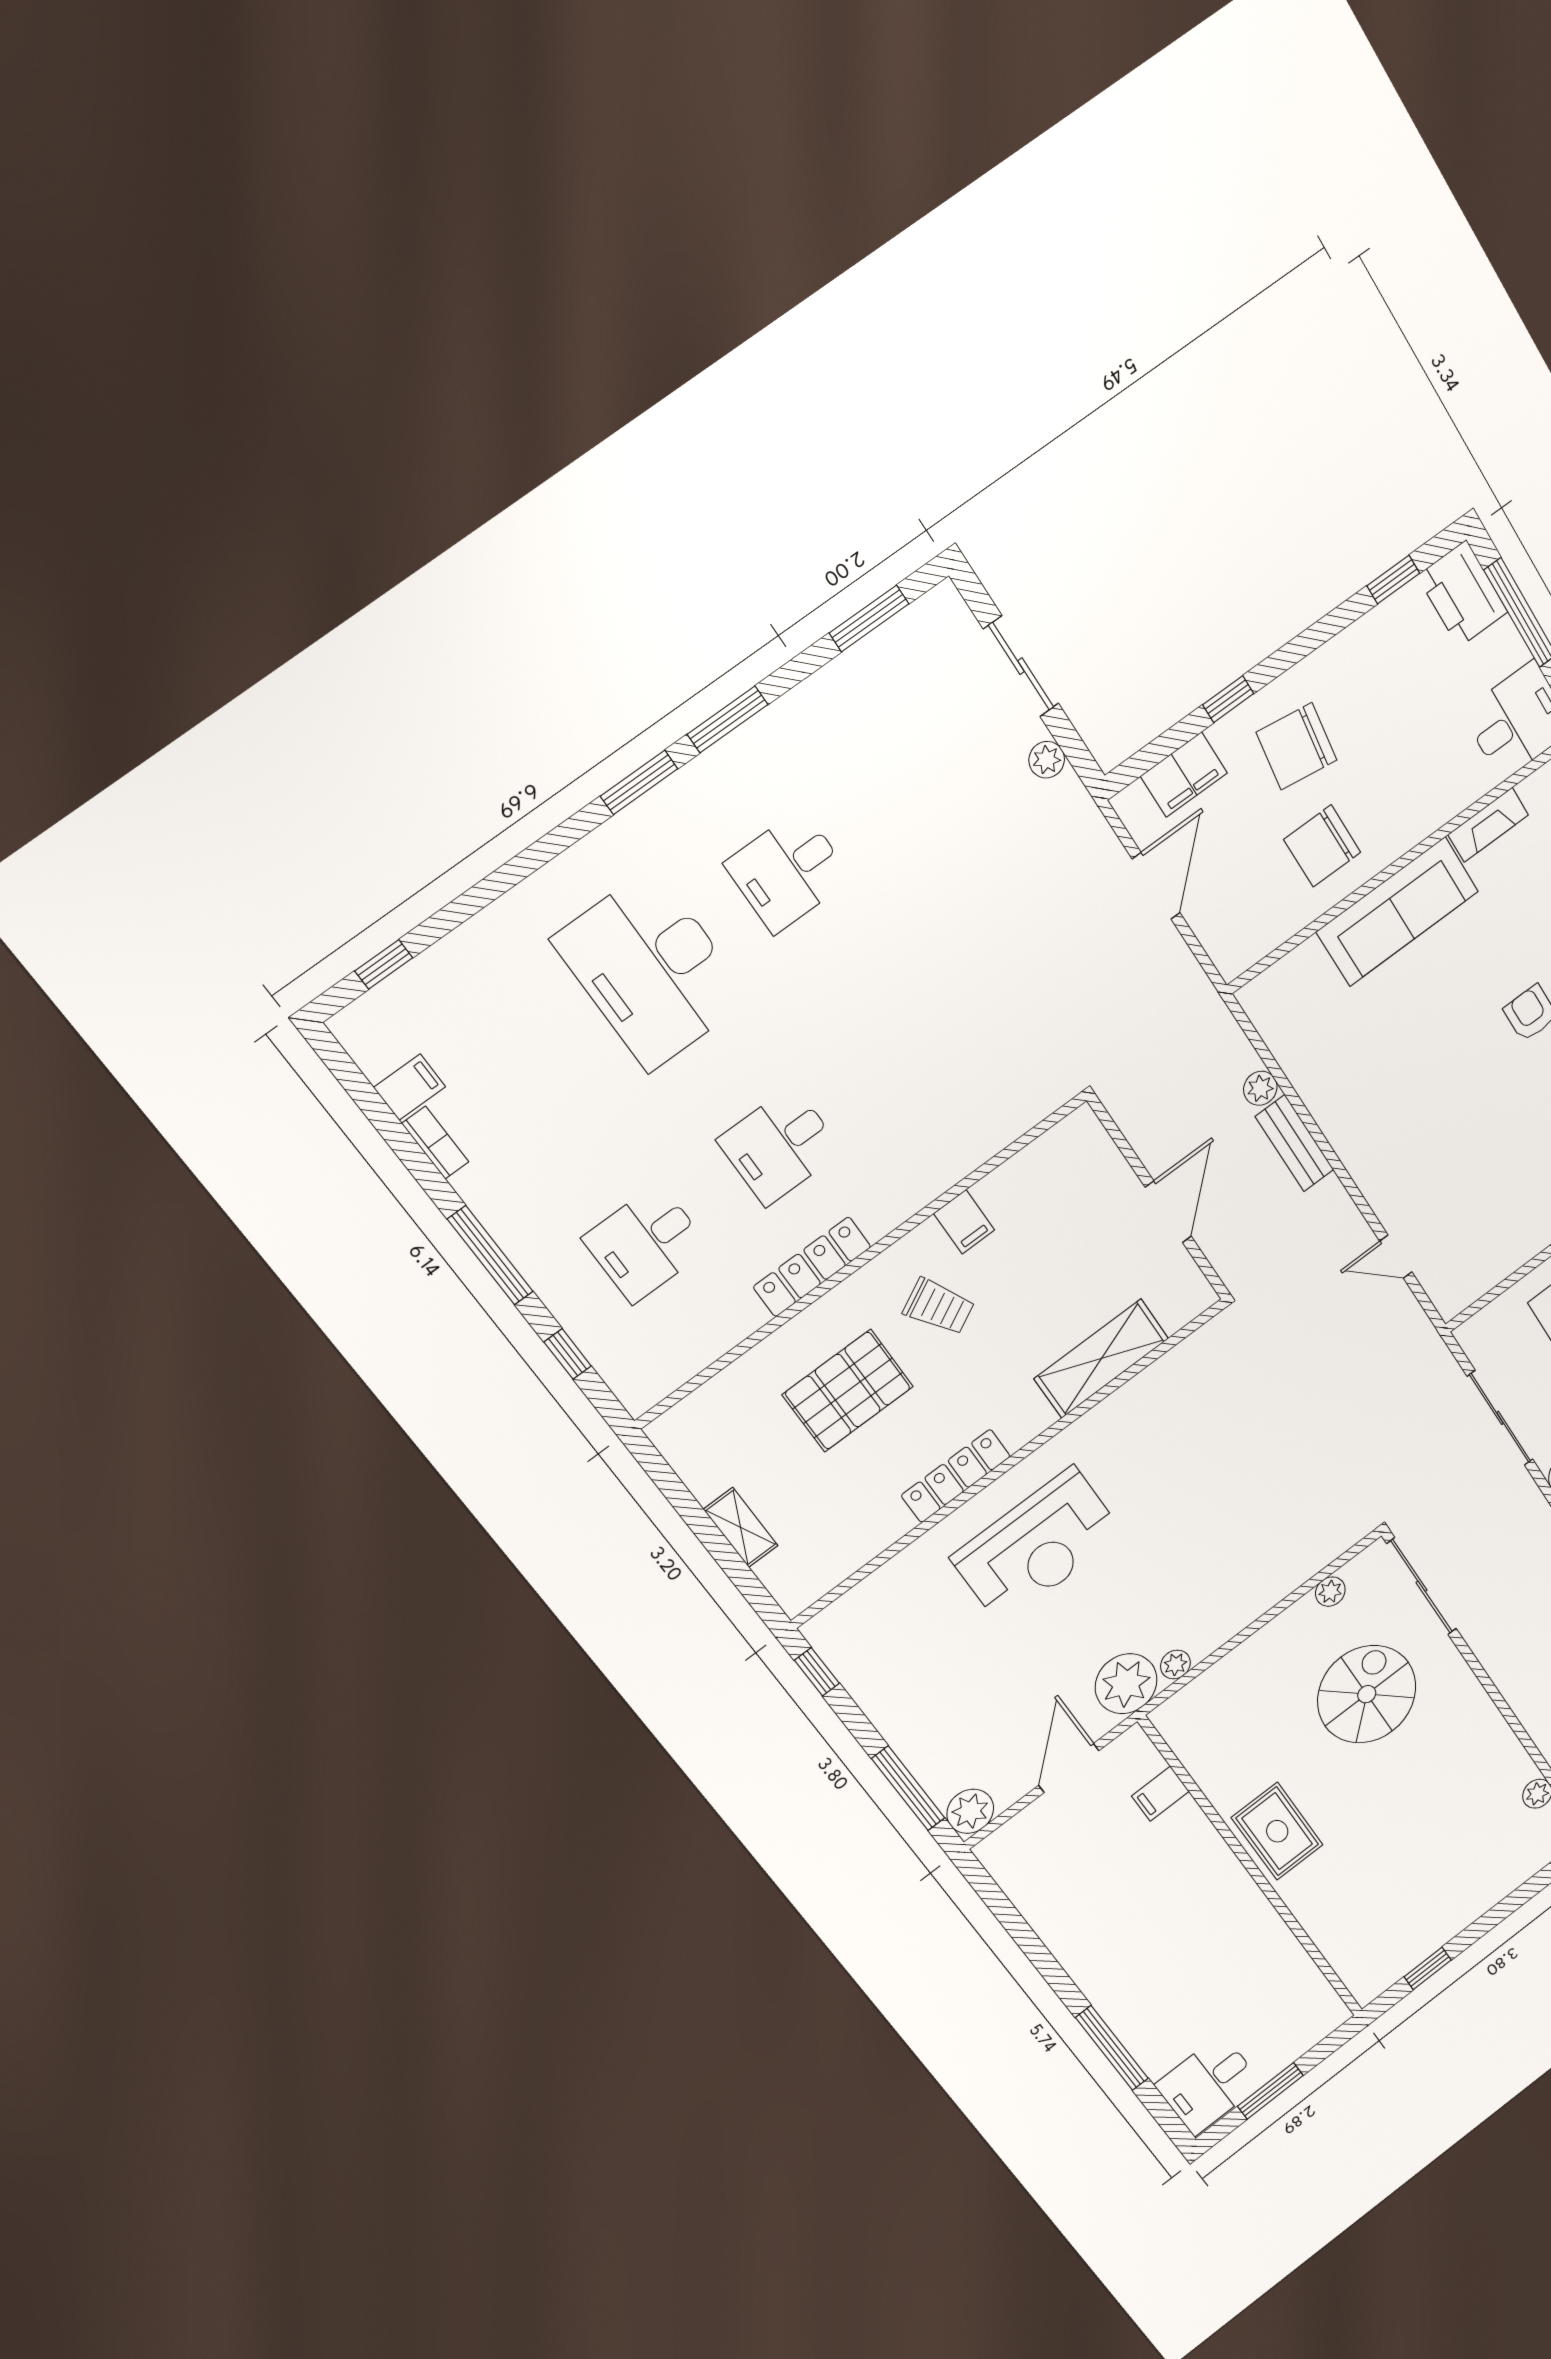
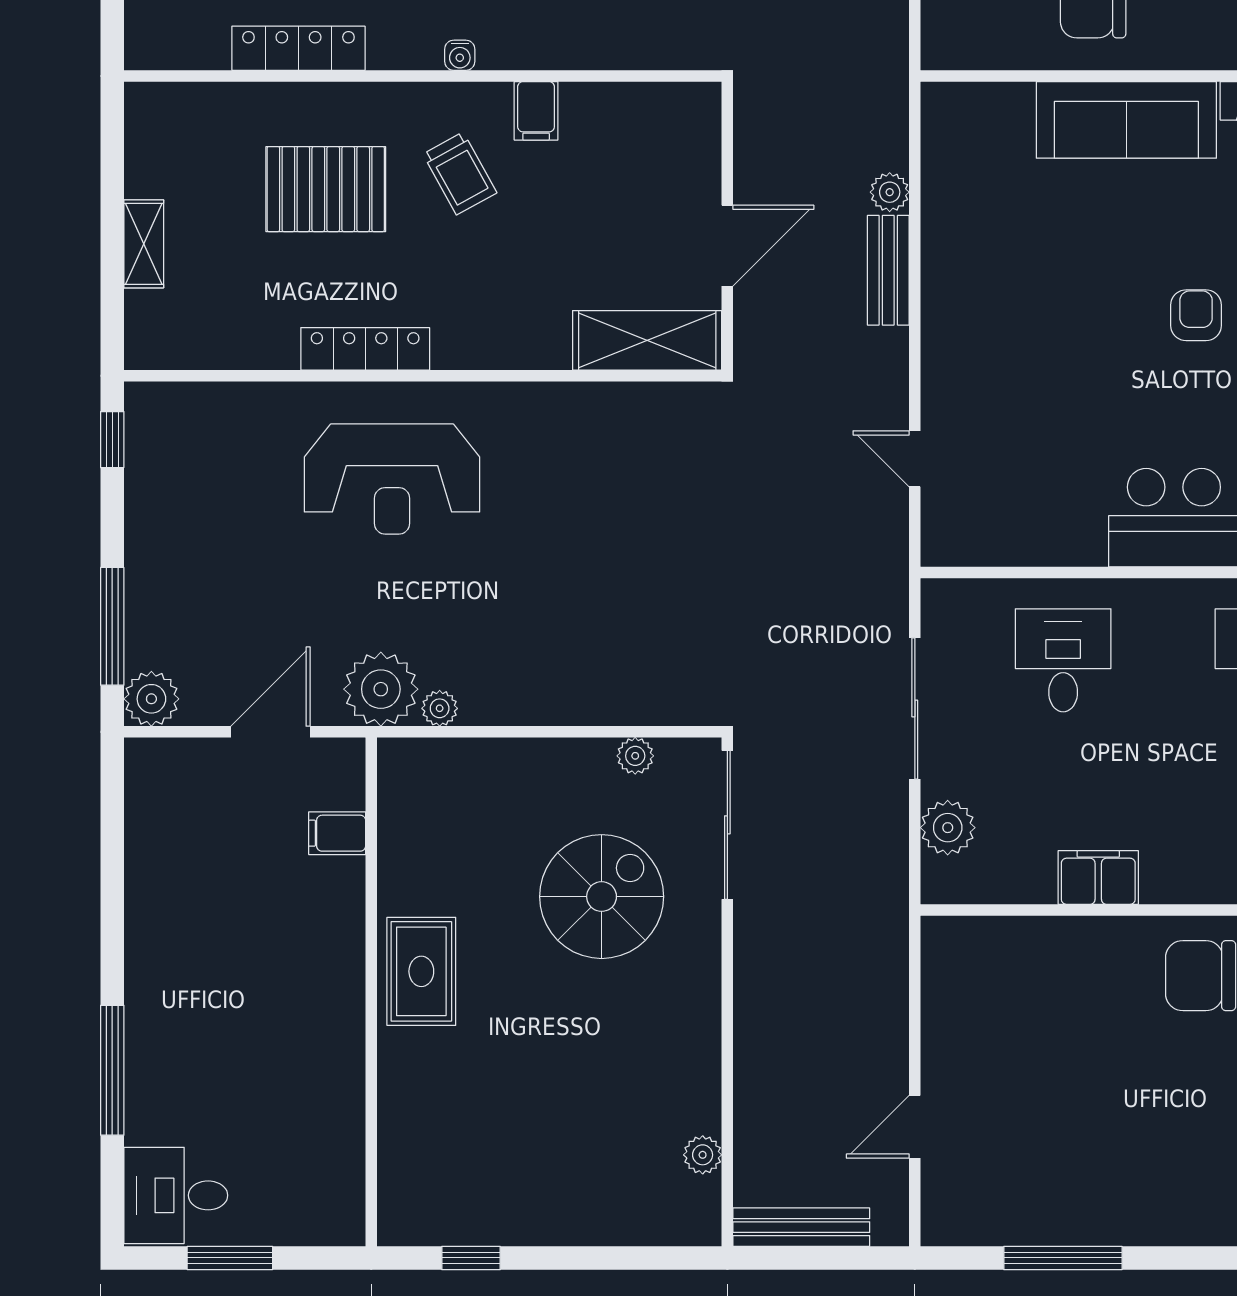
water cooler: (880, 1225) -> (460, 55), added
locker: (812, 1267) -> (298, 48), moved
shelving: (1101, 1359) -> (647, 340), moved

